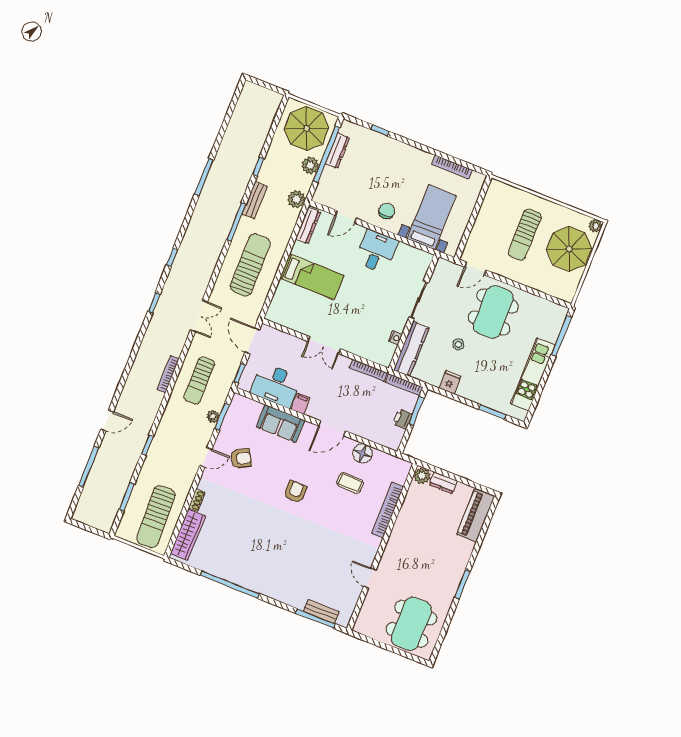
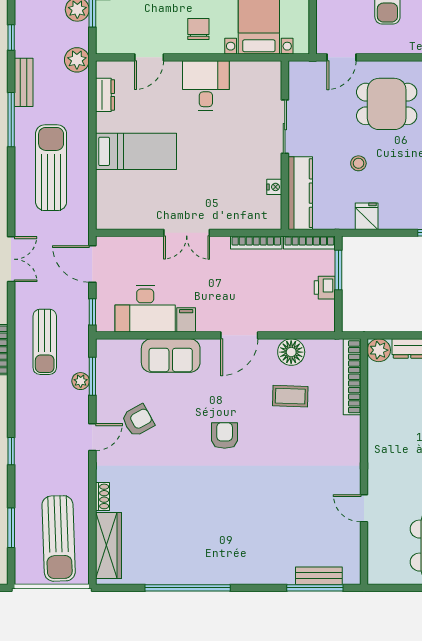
dresser: (308, 225) -> (105, 95), width x0.70
dining table: (493, 312) -> (387, 104), width x0.73
bookcase: (388, 510) -> (352, 377), moved

